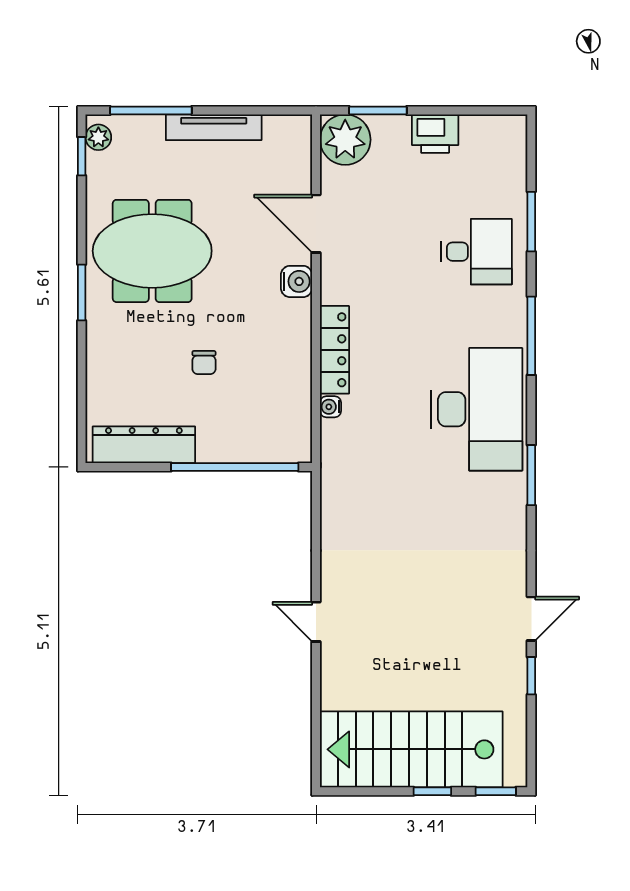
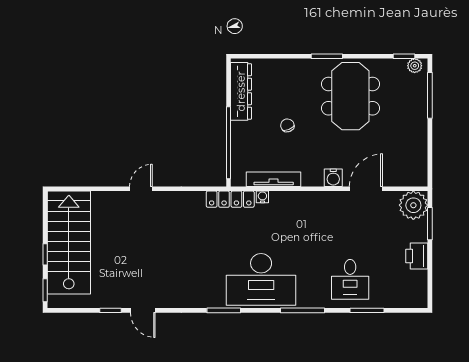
tv unit: (214, 127) -> (274, 179), moved, turned 90
locker: (334, 350) -> (230, 199), moved
chair: (204, 363) -> (287, 125), turned 68

